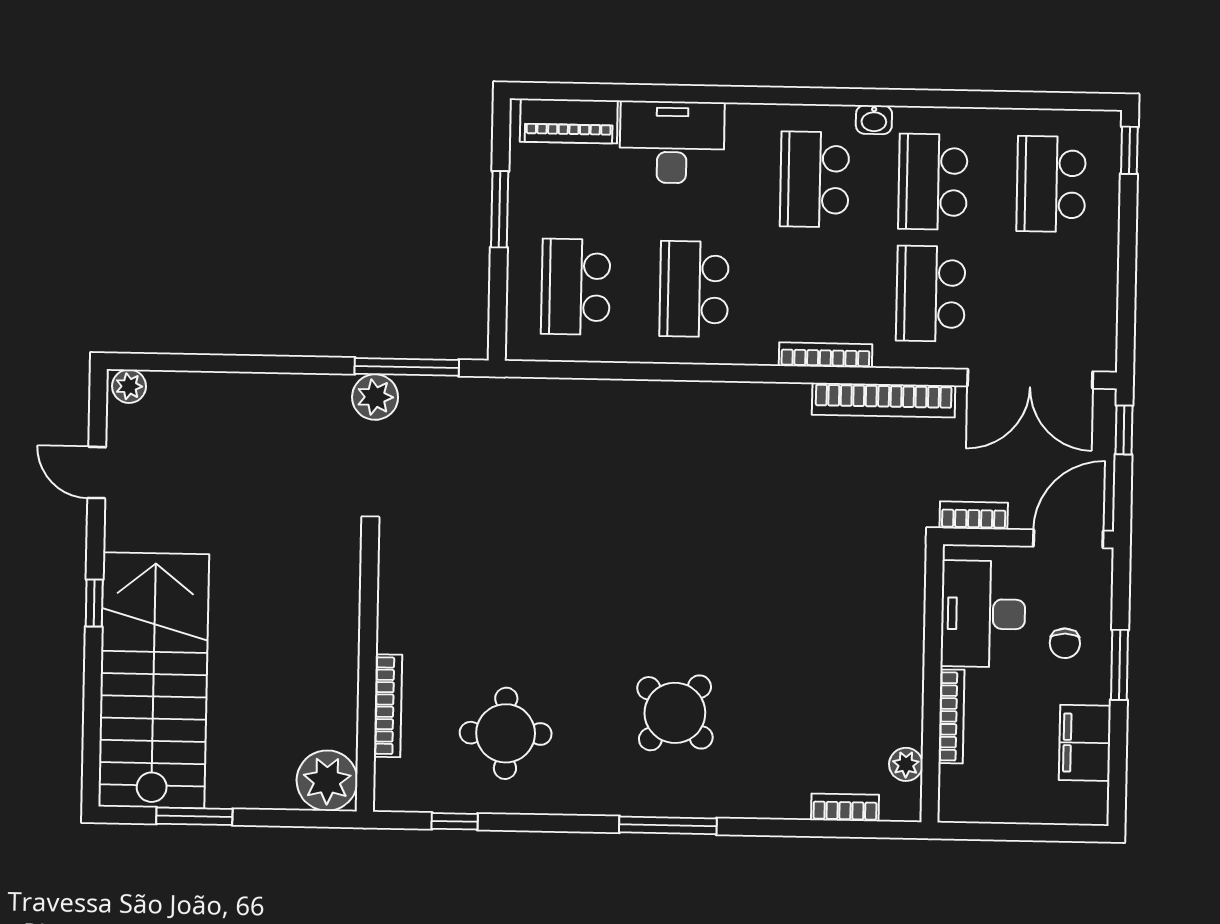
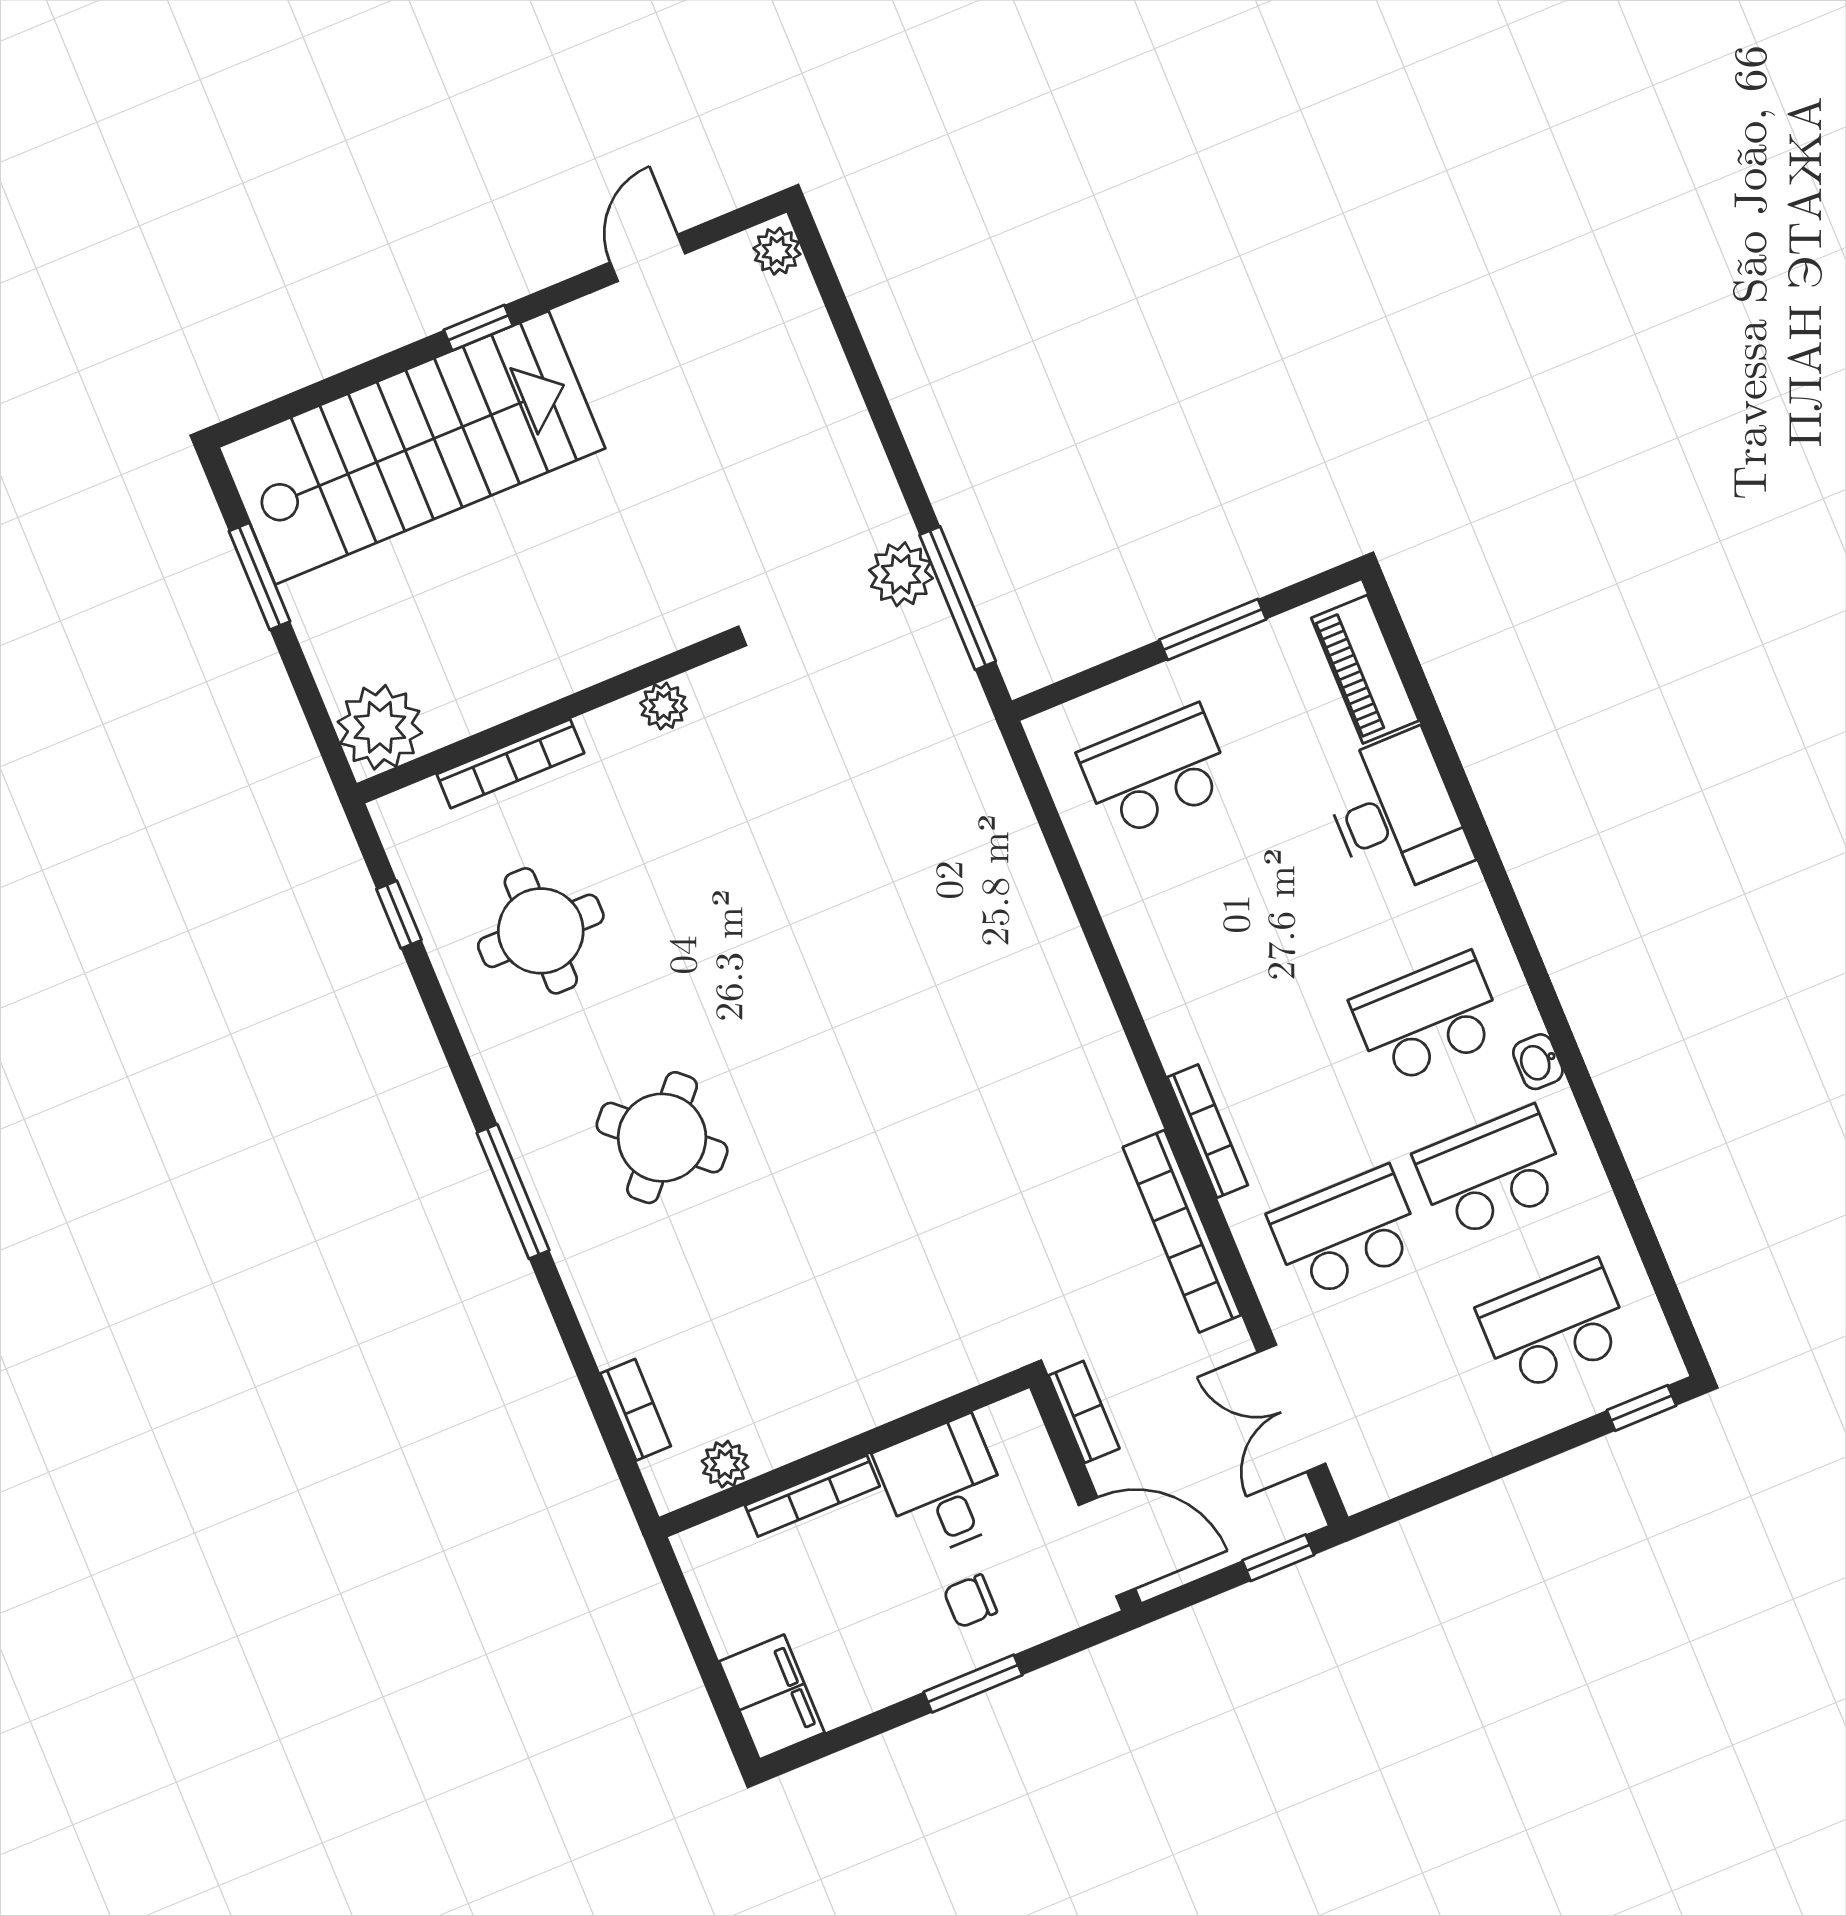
school desk: (694, 289) -> (1219, 925), removed
double door: (1030, 379) -> (1292, 1408), width x0.73
plant: (394, 589) -> (664, 706), added
desk: (983, 614) -> (944, 1487), width x0.73
filing cabinet: (1085, 743) -> (772, 1697), moved, turned 90

